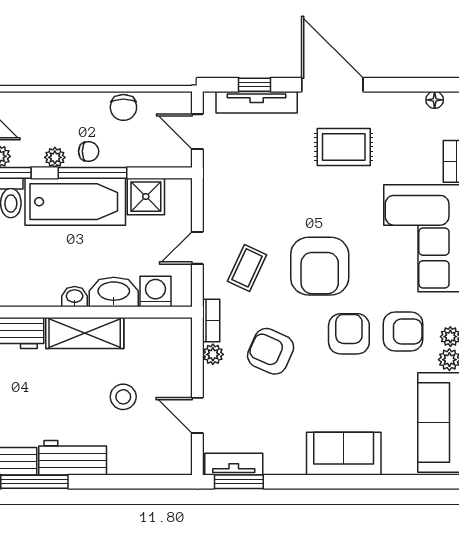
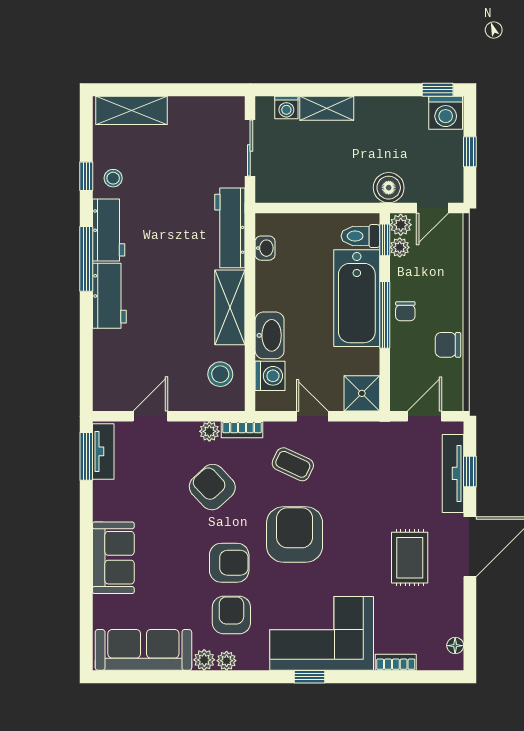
plant: (55, 157) -> (400, 247), moved
shower: (146, 197) -> (362, 393), moved
armchair: (320, 266) -> (295, 534), turned 90
washbasin: (75, 297) -> (265, 248), moved
armchair: (403, 332) -> (231, 615), turned 180
armchair: (271, 351) -> (212, 487), turned -67
stool: (123, 397) -> (220, 374), moved

